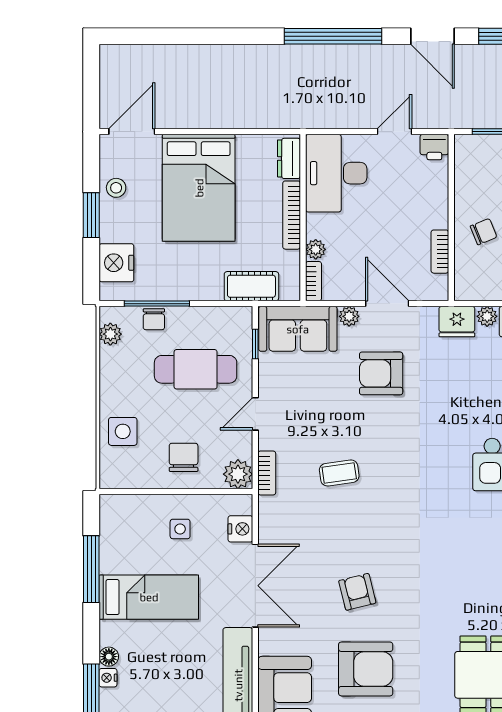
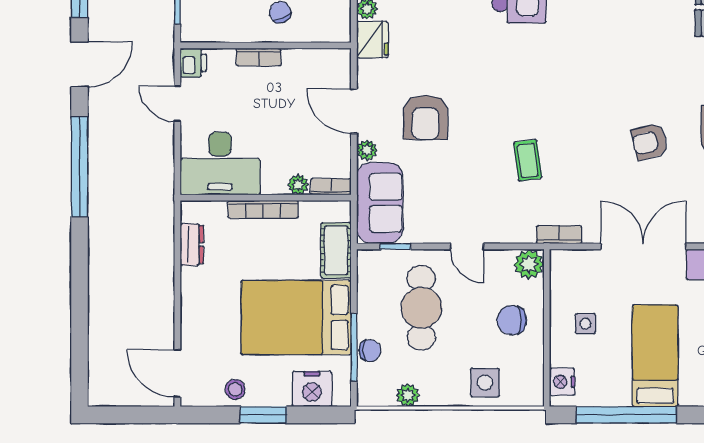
dresser: (289, 158) -> (192, 245), moved, turned -90
bed: (199, 188) -> (296, 318), moved, turned 180
bookcase: (440, 252) -> (259, 57), moved
door: (387, 304) -> (354, 111), hinge flipped
plant: (110, 334) -> (408, 395), moved
bookcase: (267, 473) -> (559, 235), moved
nightstand: (240, 529) -> (562, 382), moved, turned -90
window: (91, 569) -> (626, 415), width x1.46

